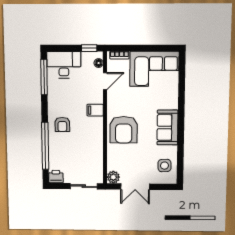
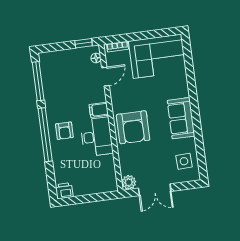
desk: (64, 65) -> (97, 137), moved, turned 90
window: (45, 146) -> (45, 135), moved
sliding door: (84, 186) -> (97, 197), removed

